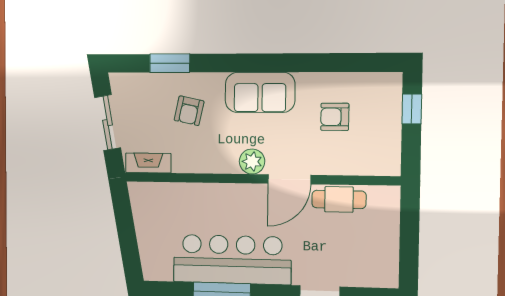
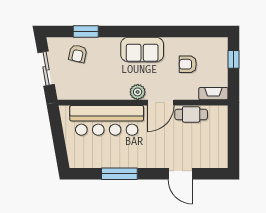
armchair: (189, 111) -> (78, 54), moved
fireplace: (148, 163) -> (213, 94), moved
bar counter: (232, 260) -> (107, 120), moved, turned 180

